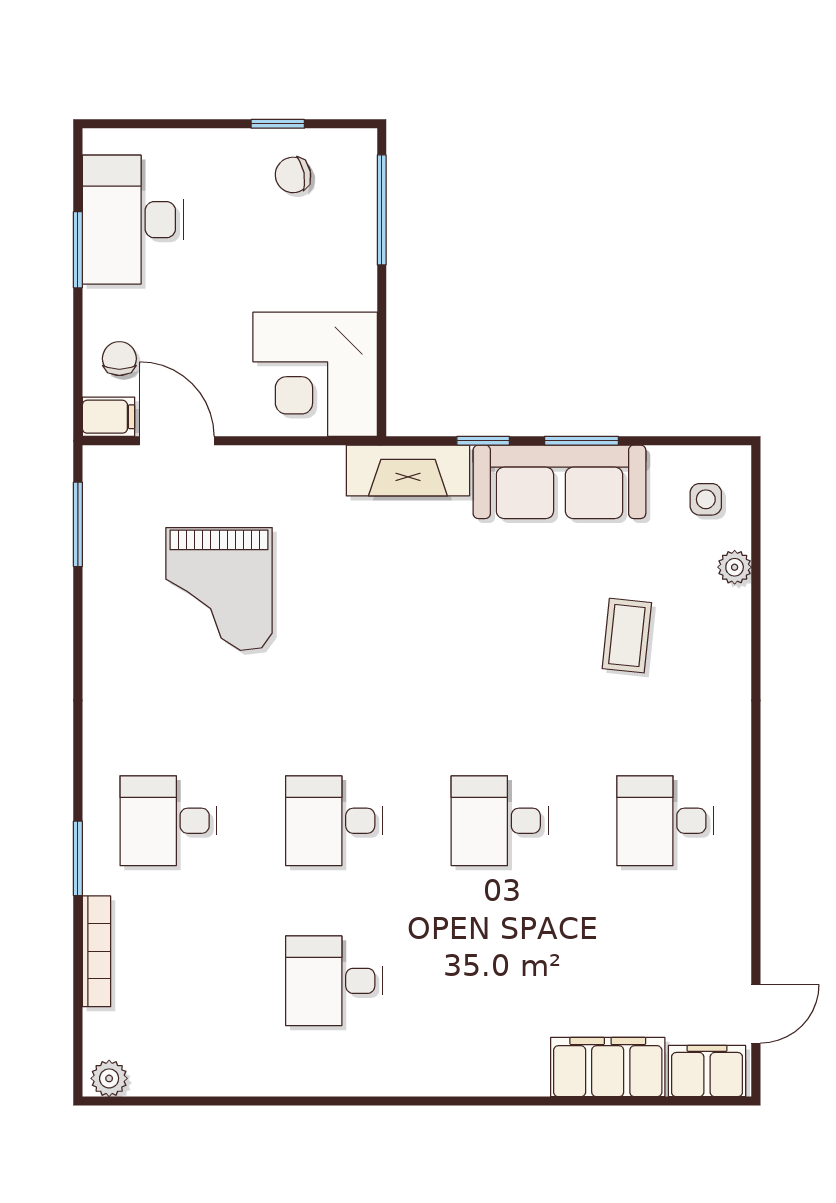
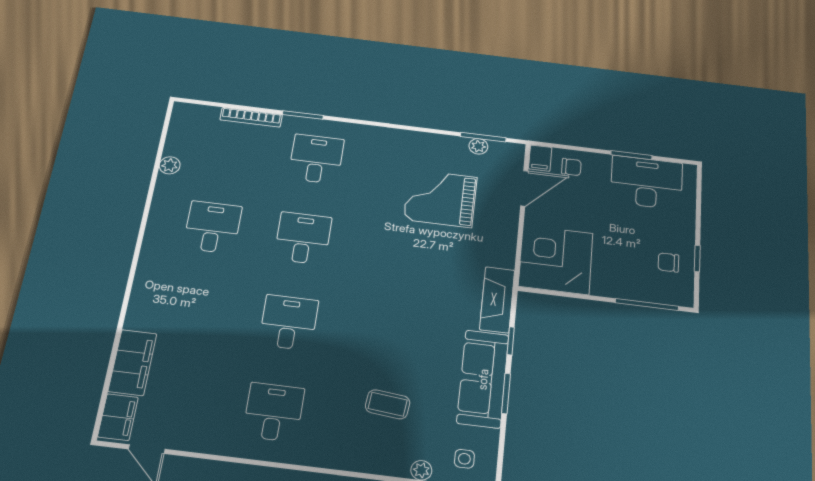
chair: (293, 175) -> (668, 262), turned -79
plant: (99, 531) -> (478, 146), added
plant: (109, 1078) -> (170, 165), moved

